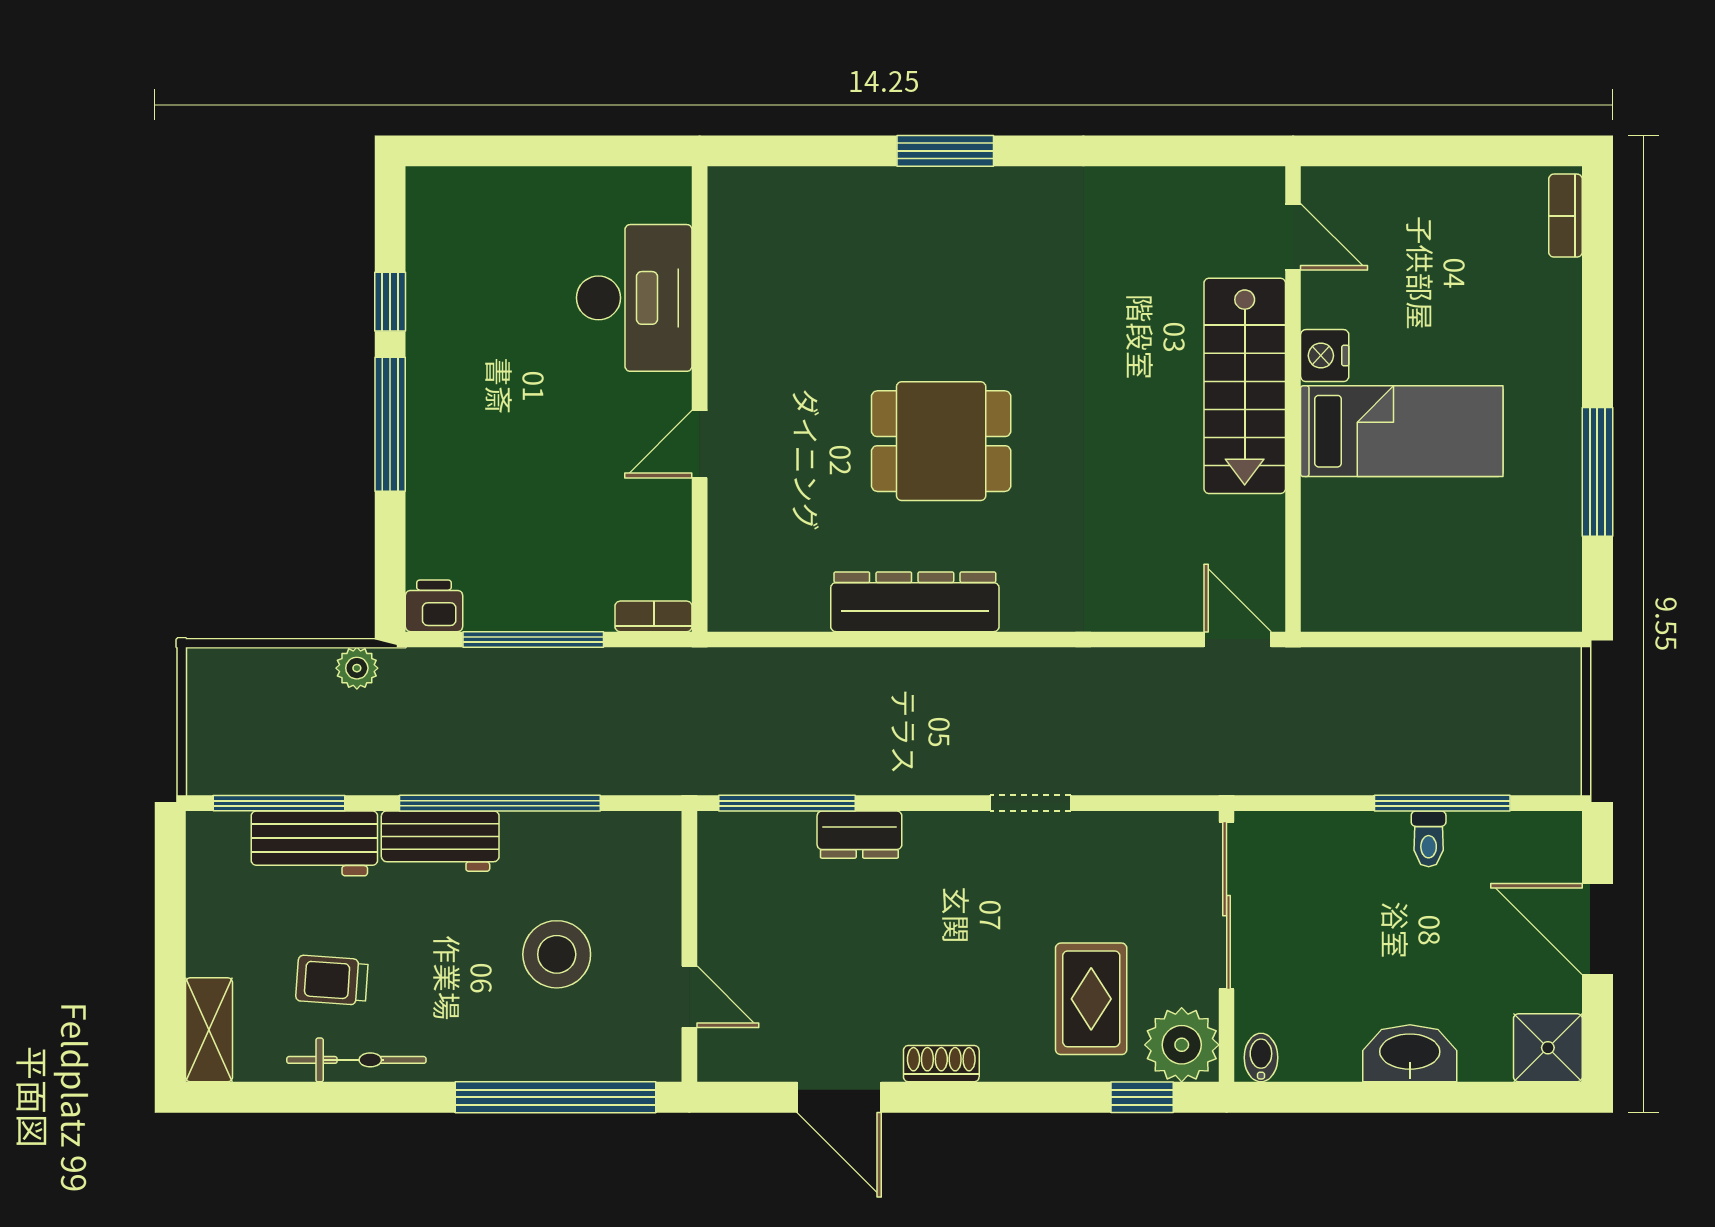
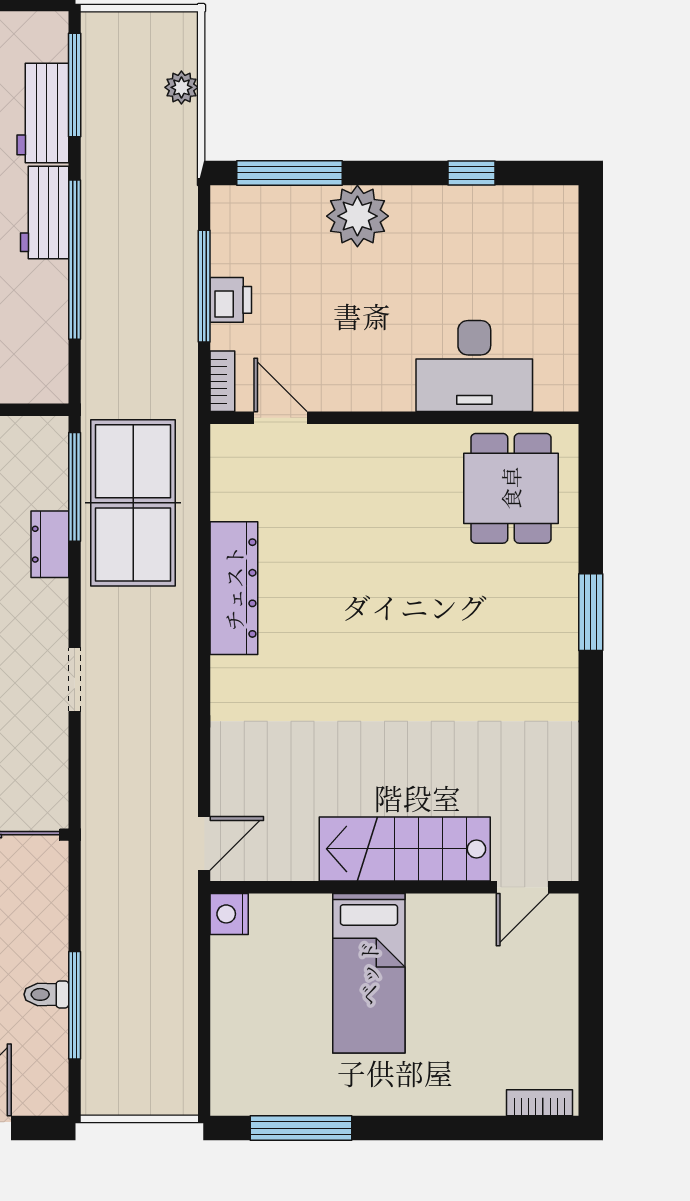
nightstand: (1325, 356) -> (229, 914), moved, turned -90
window: (390, 424) -> (290, 173), moved
dining table: (941, 441) -> (511, 488), moved
door: (700, 444) -> (281, 418), moved
plant: (445, 446) -> (357, 216), added
window: (1597, 472) -> (301, 1128), moved
printer: (434, 606) -> (231, 300), moved
plant: (357, 668) -> (181, 87), moved
table tennis table: (807, 729) -> (133, 503), added

